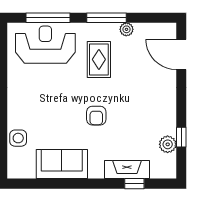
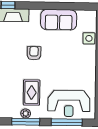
plant: (126, 29) -> (26, 114), moved

